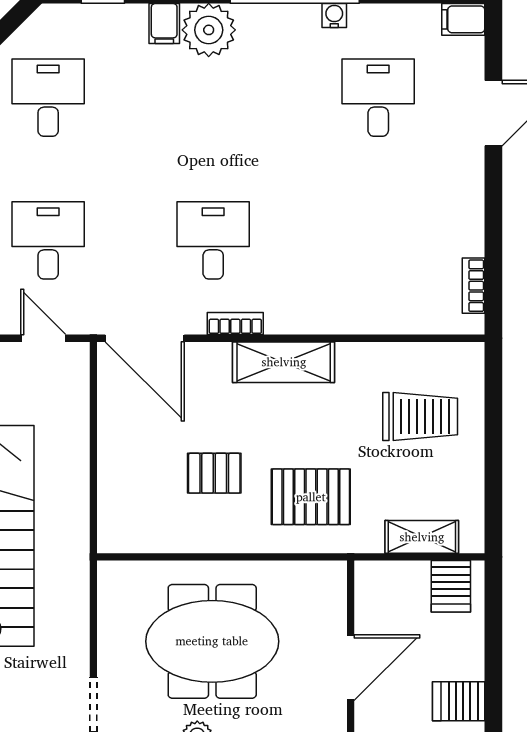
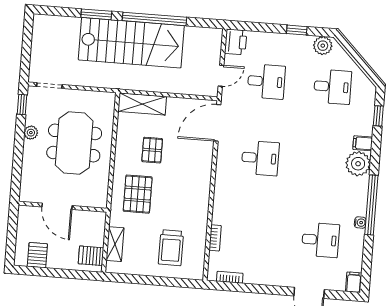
bookcase: (235, 324) -> (215, 238), moved
shelving: (284, 362) -> (142, 104), moved, turned 90

